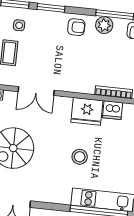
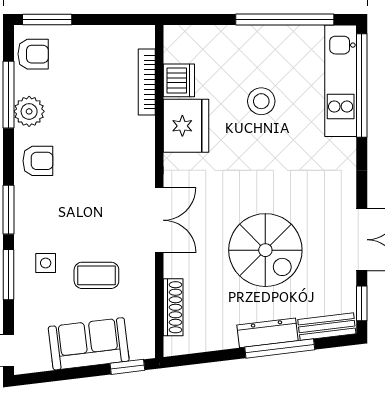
armchair: (76, 27) -> (38, 161), turned 90
stool: (80, 157) -> (261, 101), moved

